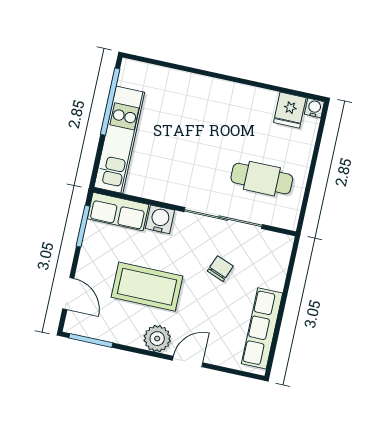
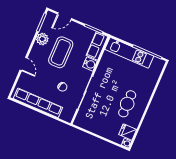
cafe table: (262, 179) -> (127, 104), moved
row of seats: (262, 328) -> (38, 103), width x1.36
plant: (157, 339) -> (42, 39), moved

